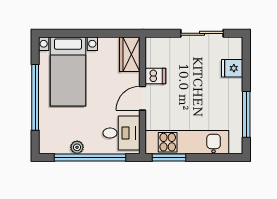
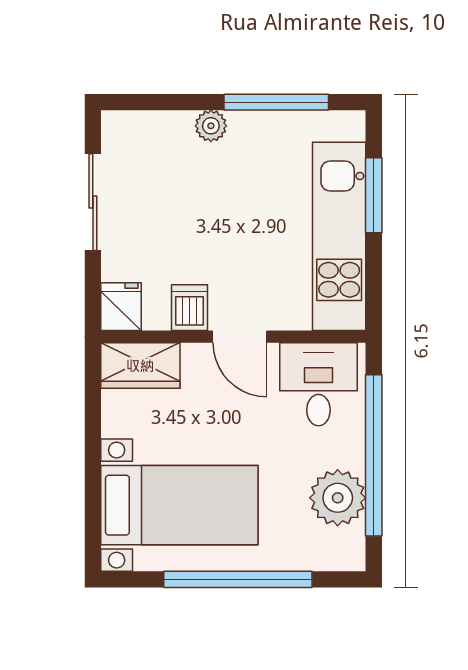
fridge: (232, 68) -> (121, 307), moved, turned 180
plant: (236, 85) -> (211, 126), added
plant: (77, 147) -> (338, 498), width x1.88, depth x1.88
window: (169, 157) -> (374, 195), moved

